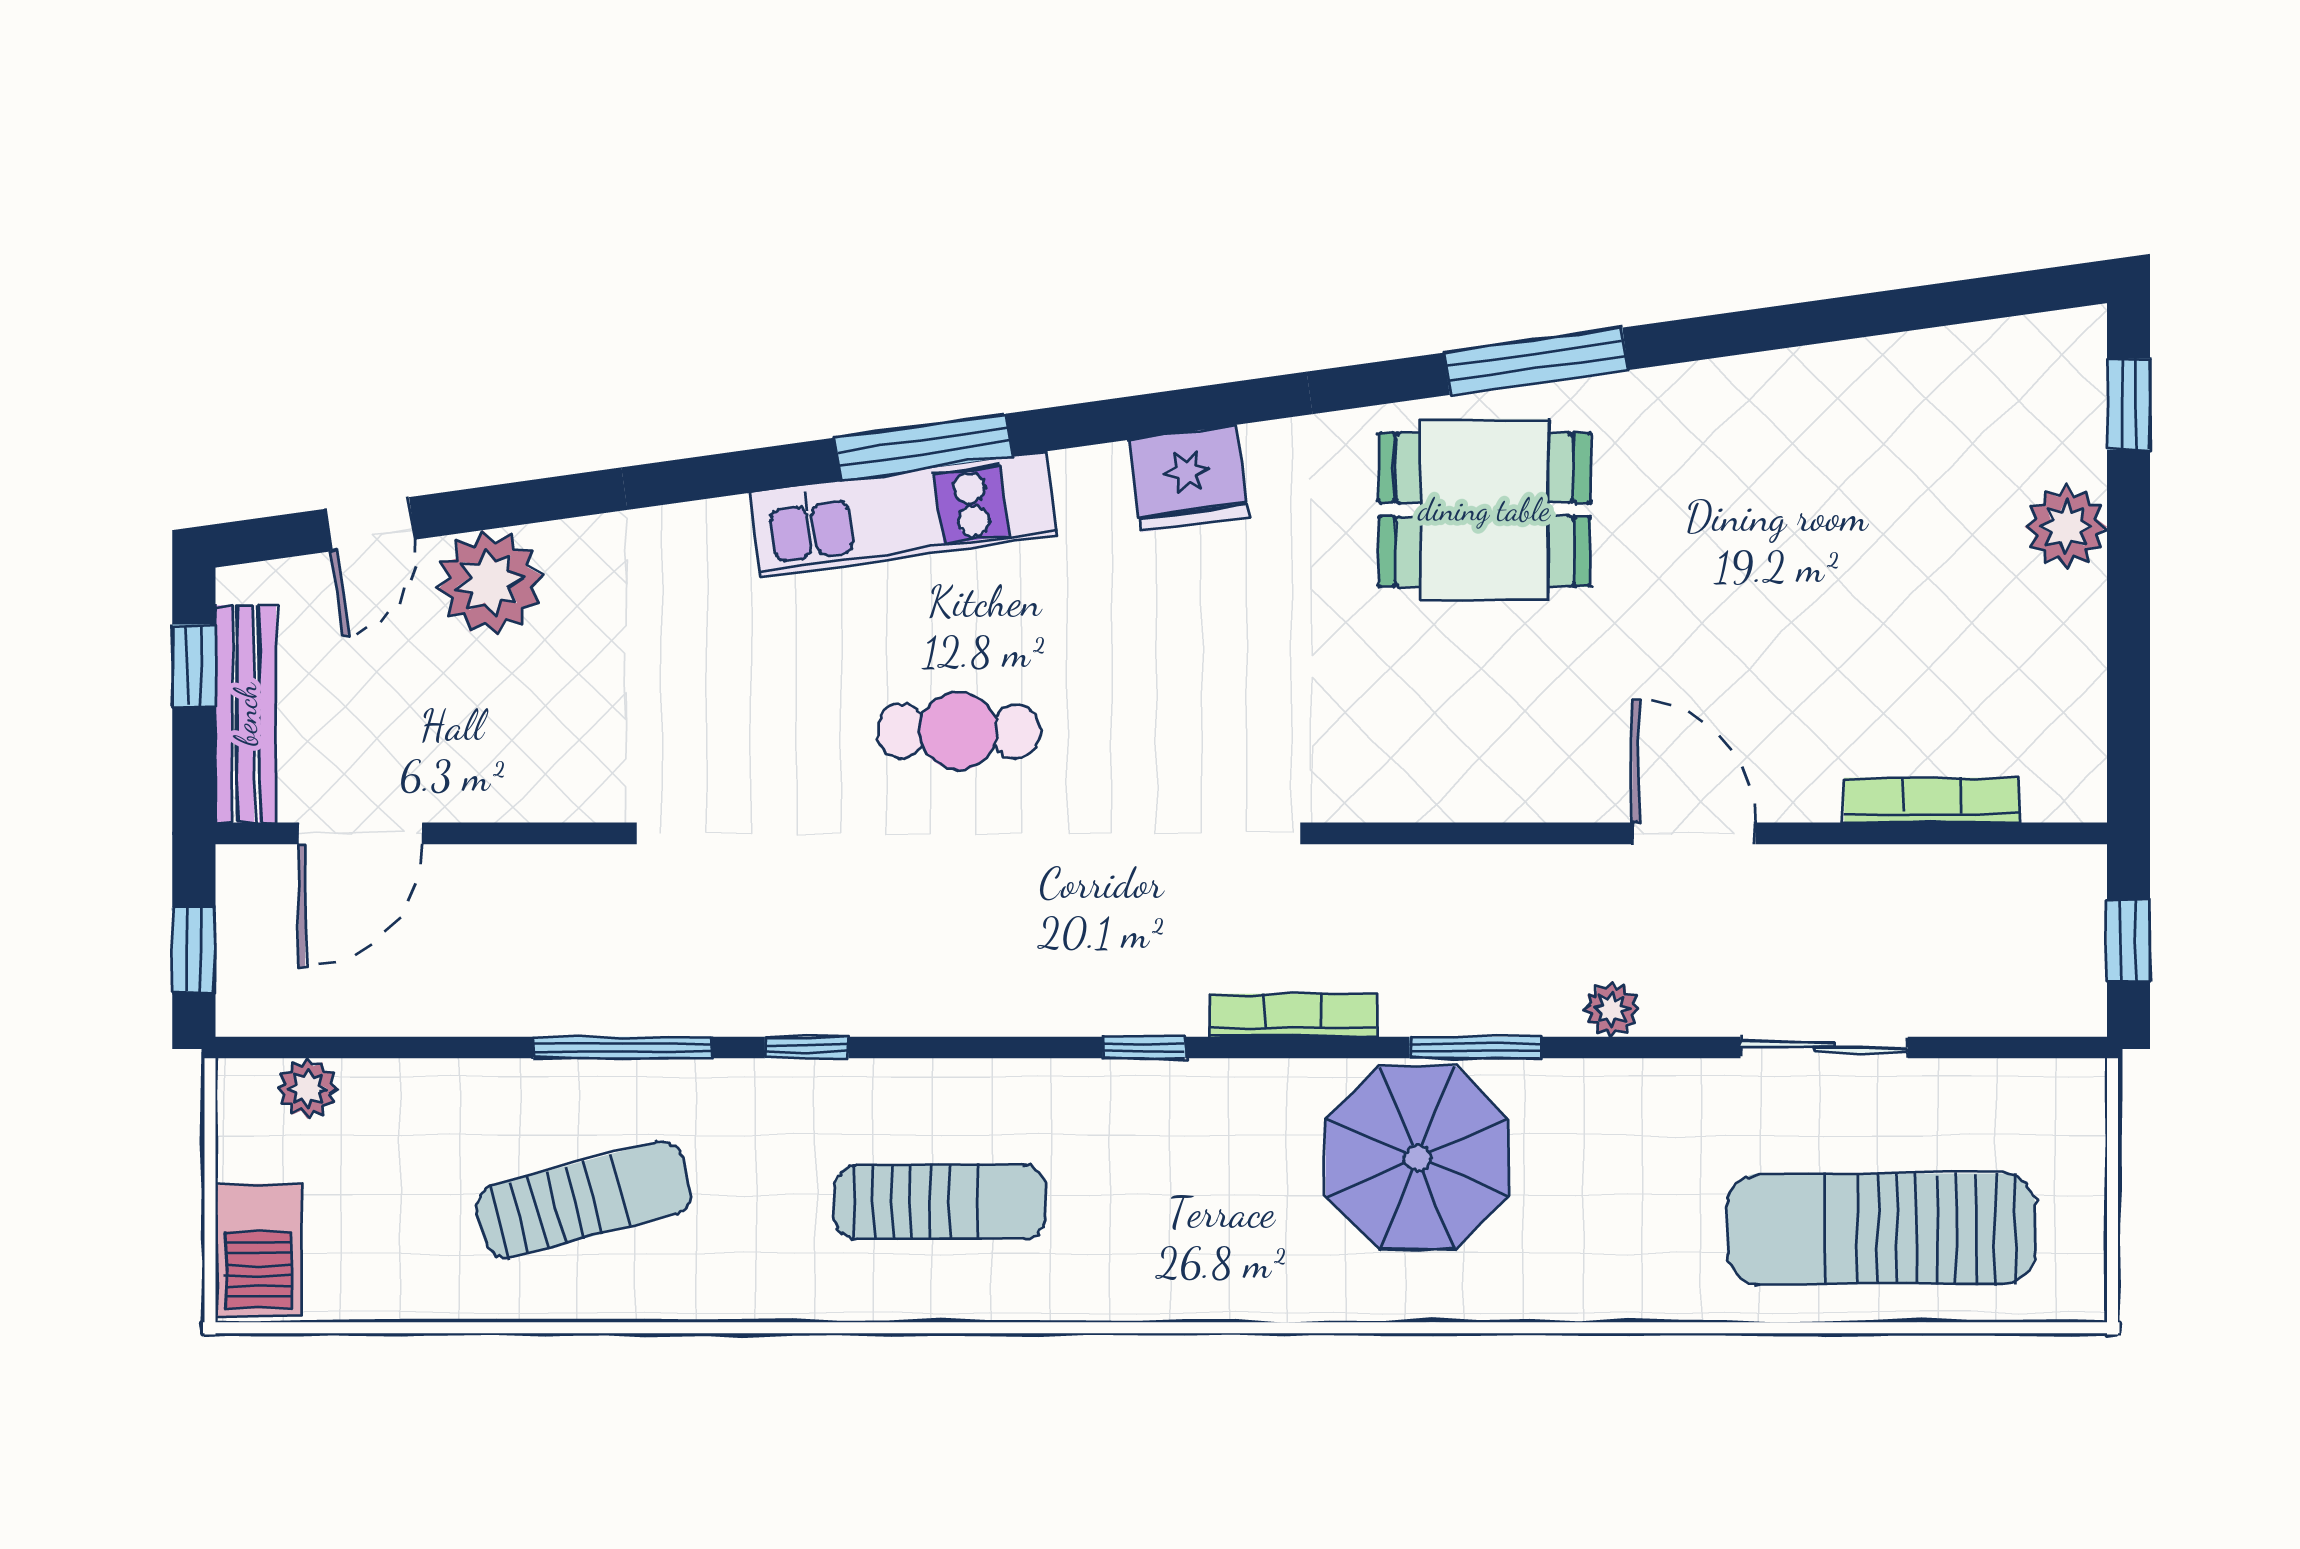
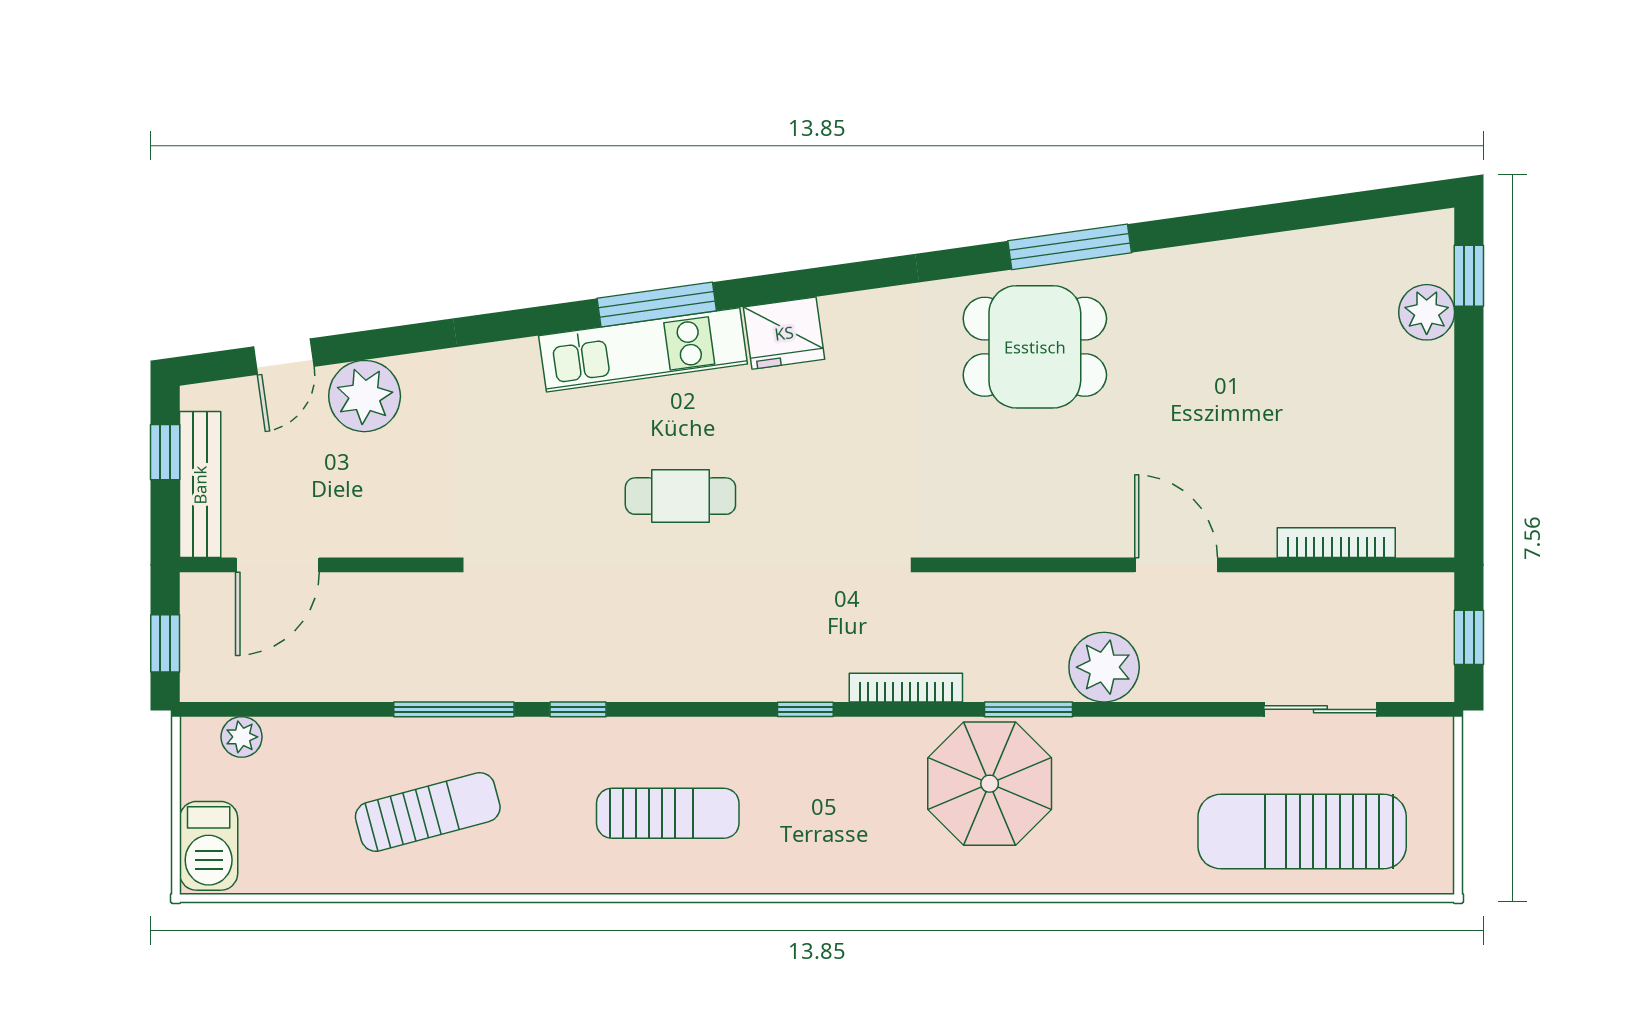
fridge: (1189, 479) -> (784, 333), moved
plant: (2066, 527) -> (1427, 312), moved
plant: (1611, 1009) -> (1104, 667), width x1.87, depth x1.87
sliding door: (1824, 1048) -> (1320, 709), moved

